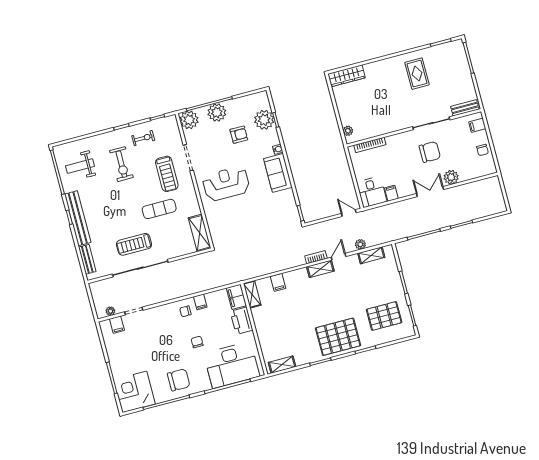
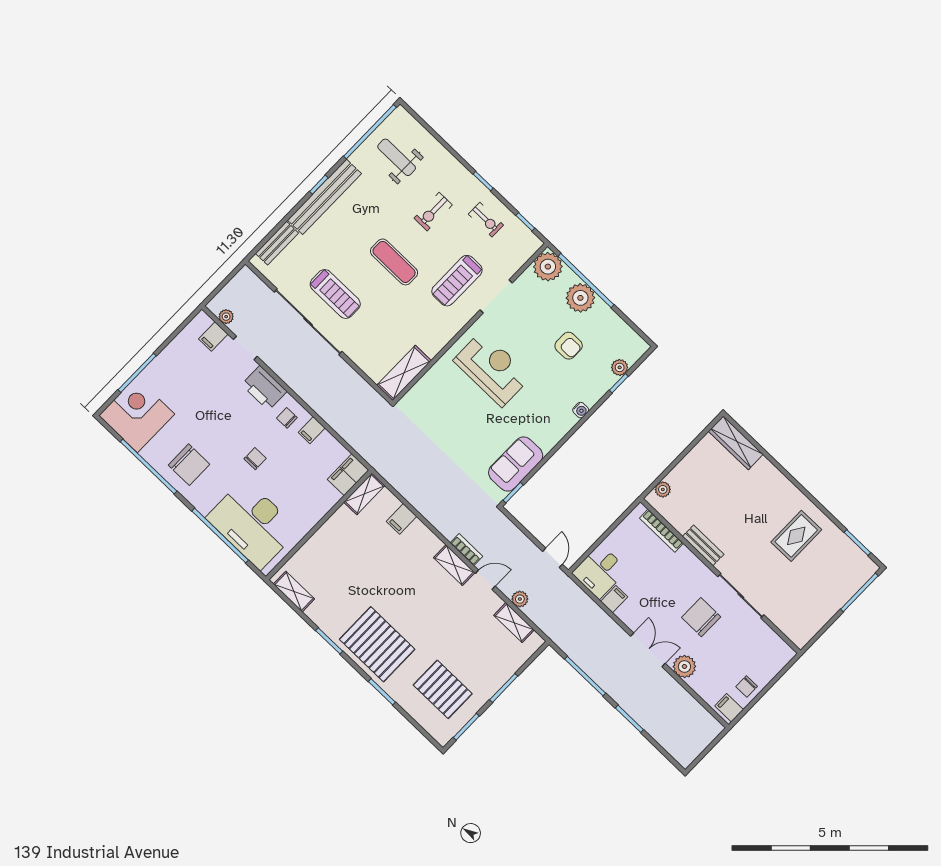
bench: (465, 108) -> (703, 545), moved
plant: (264, 120) -> (620, 367), width x0.53, depth x0.53
filing cabinet: (477, 125) -> (729, 708), moved
chair: (430, 152) -> (701, 617), turned 180
exercise bike: (121, 164) -> (433, 212), width x0.73, depth x0.72
sofa: (278, 173) -> (516, 464), moved
exercise mat: (159, 209) -> (394, 262), moved
treadmill: (134, 244) -> (335, 294), turned 180
printer: (242, 321) -> (264, 388), moved, turned -90

